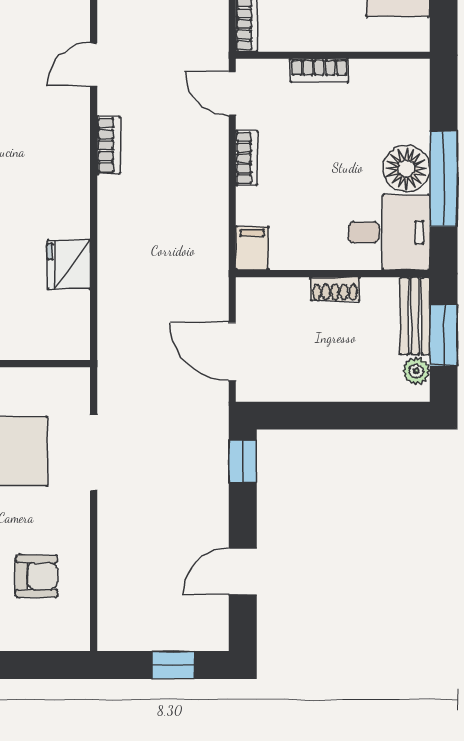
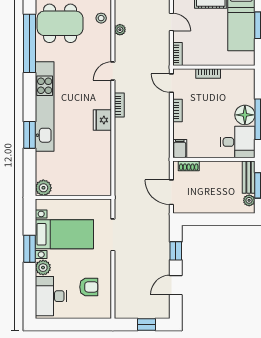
fridge: (69, 265) -> (102, 120), moved
shoe rack: (335, 289) -> (189, 166), moved
window: (243, 462) -> (176, 251), moved

